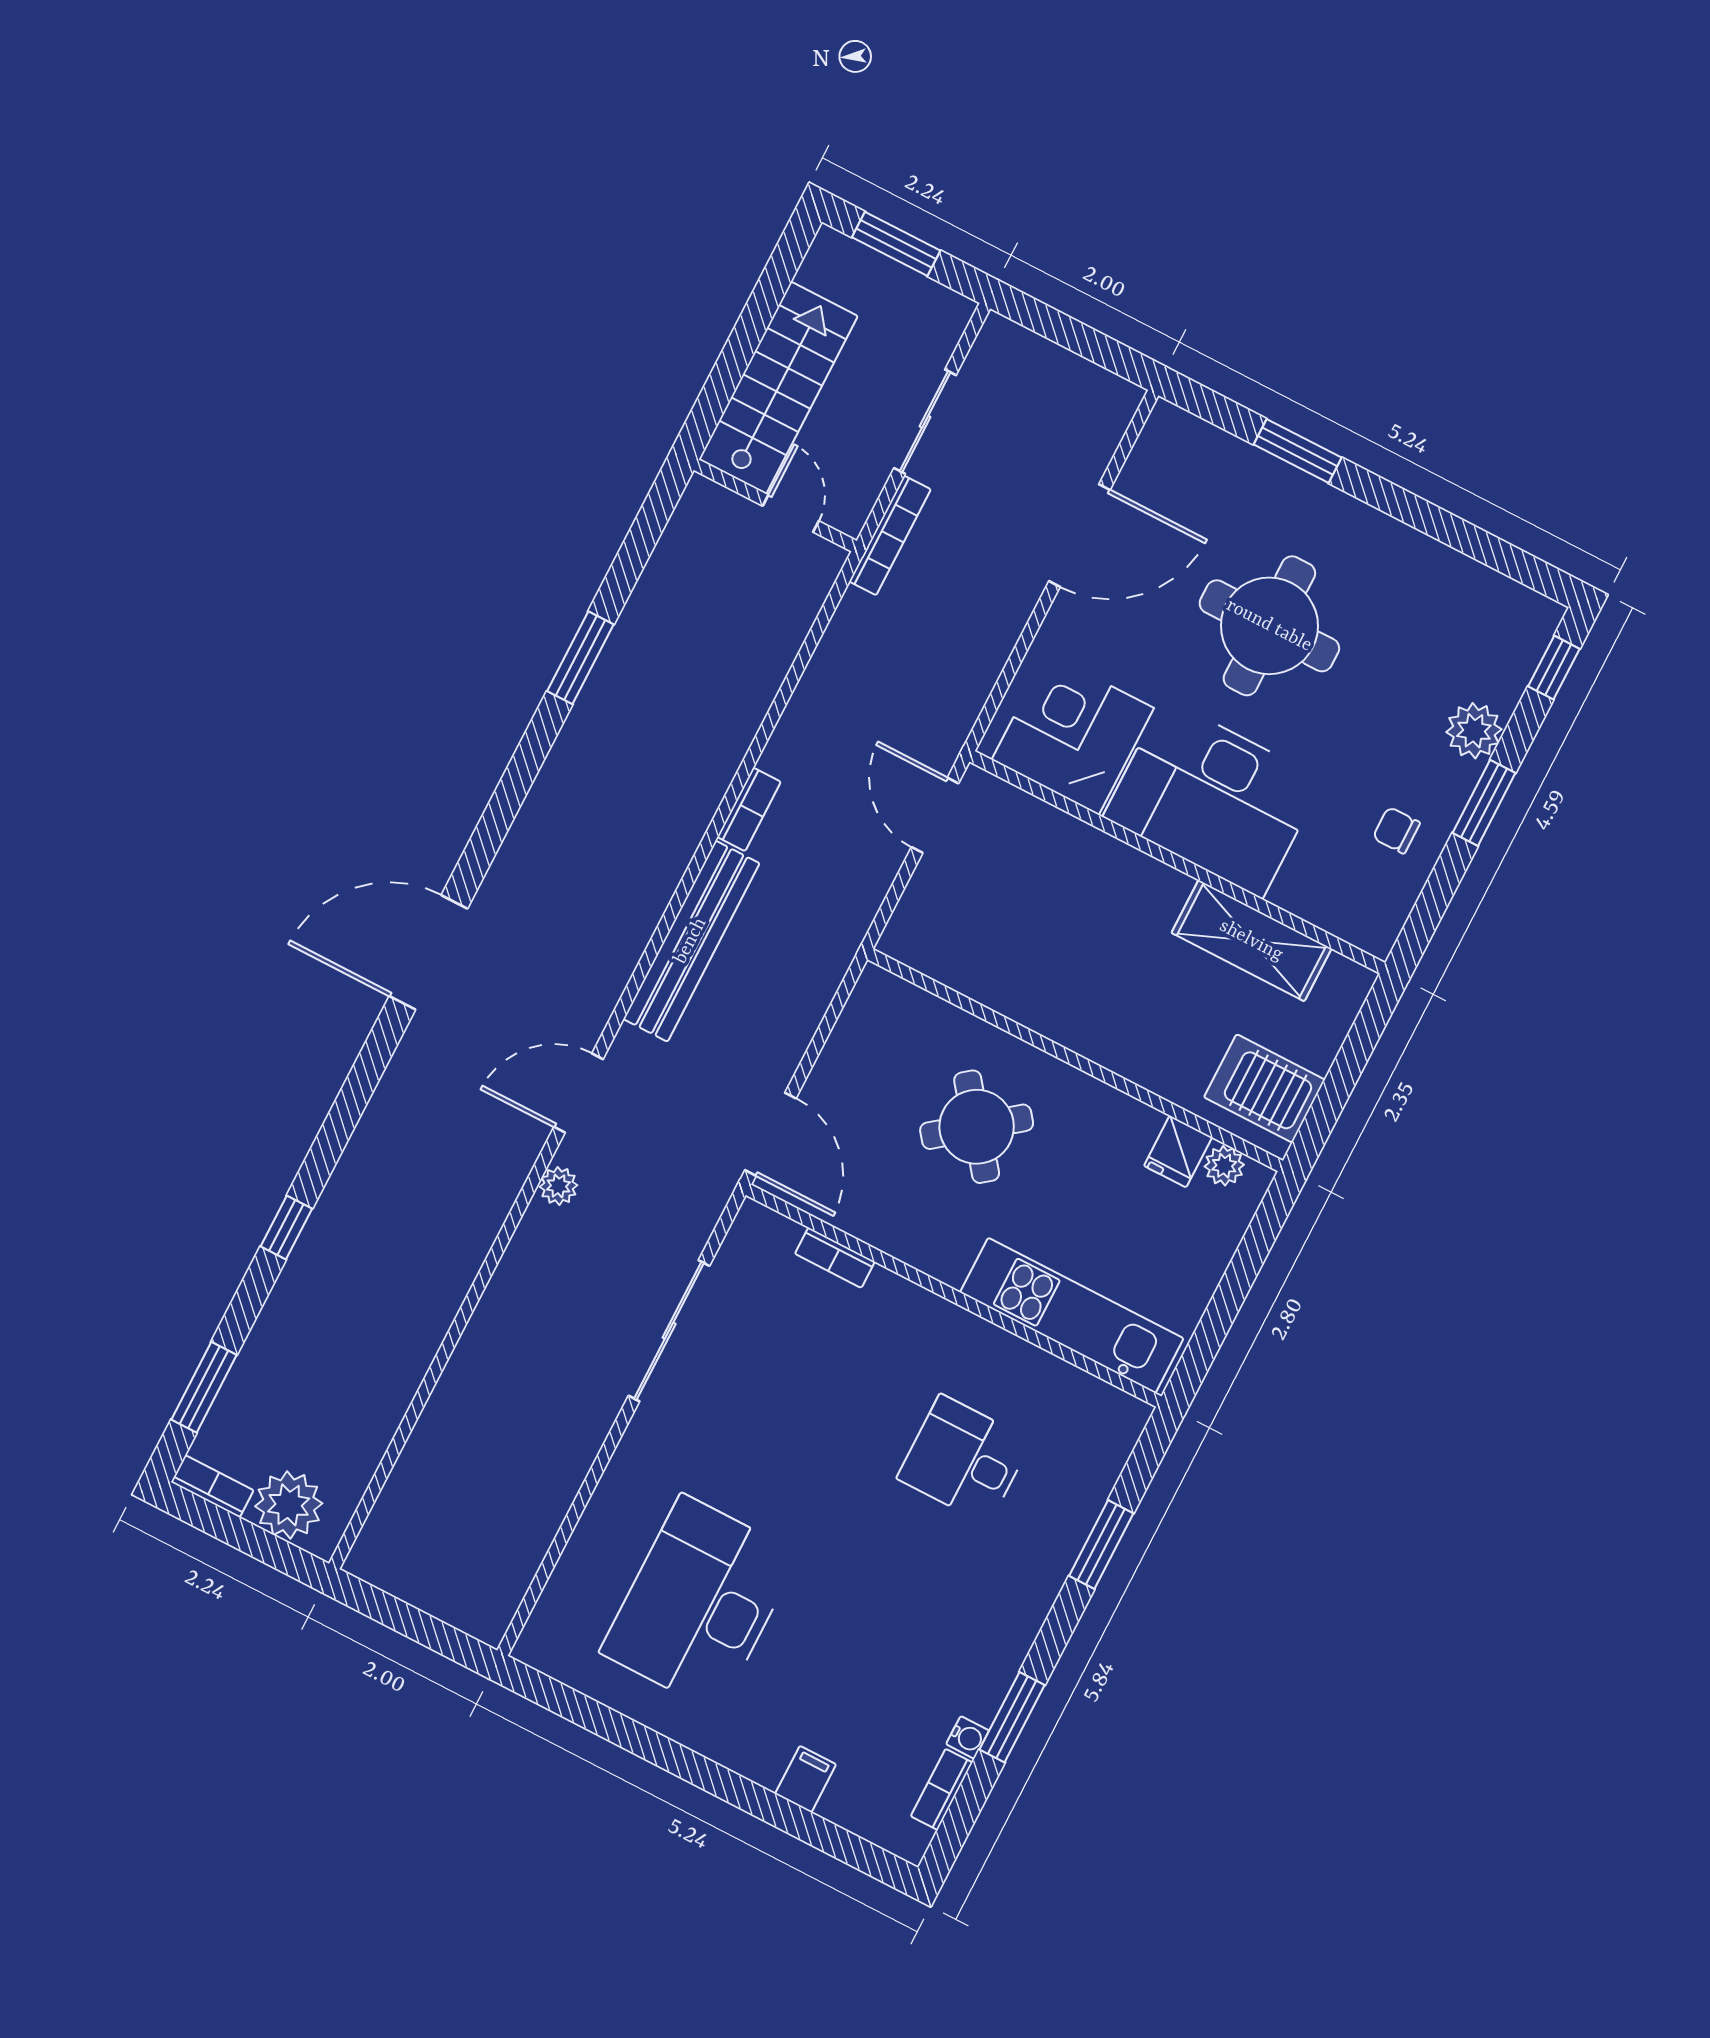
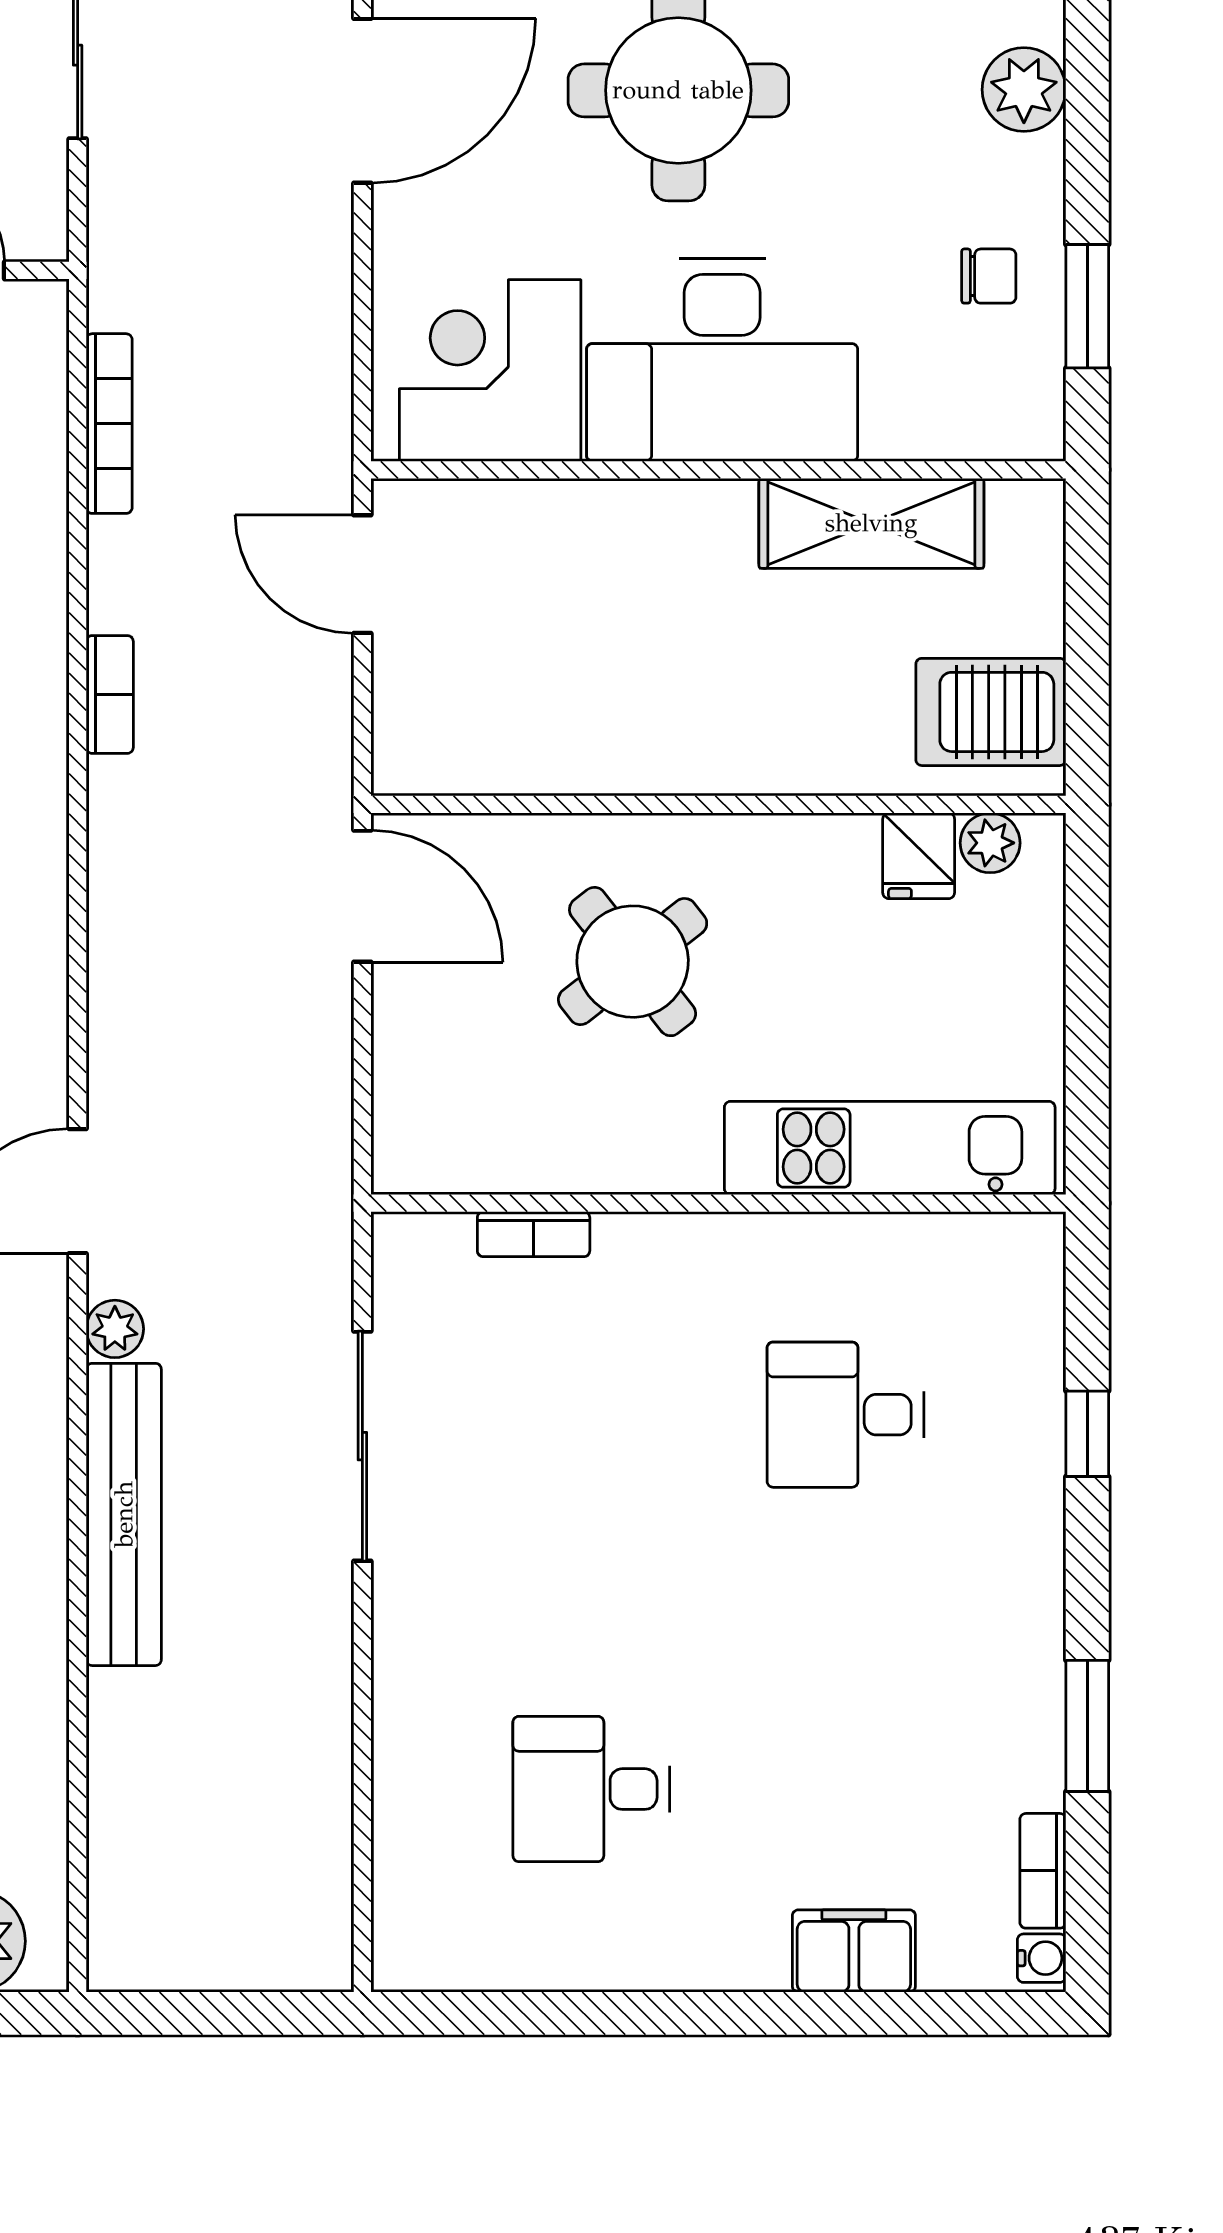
bookcase: (890, 535) -> (109, 424), moved
window: (1484, 803) -> (1087, 306), moved
chair: (1396, 830) -> (989, 276), turned 180
bench: (691, 941) -> (124, 1514), moved
door: (770, 1134) -> (362, 896), moved
window: (1101, 1545) -> (1087, 1434), width x0.67
desk: (700, 1603) -> (591, 1789), width x0.53, depth x0.77
water cooler: (968, 1737) -> (1042, 1958), moved
filing cabinet: (806, 1779) -> (854, 1951), width x2.00

